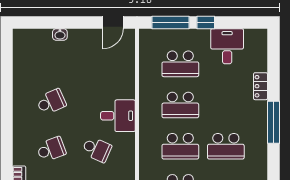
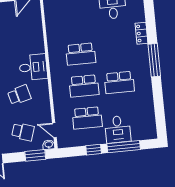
school desk: (180, 64) -> (78, 22), removed
school desk: (97, 149) -> (19, 95), turned -39

